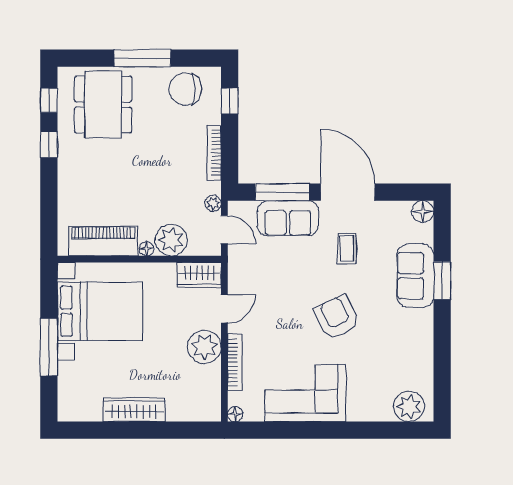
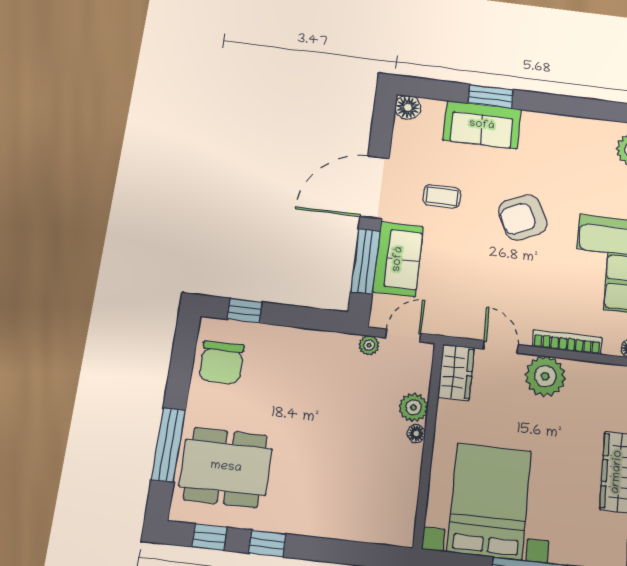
window: (142, 58) -> (168, 445), moved
bookcase: (214, 153) -> (306, 337), removed
plant: (171, 240) -> (413, 407), width x0.73, depth x0.73
piano: (103, 241) -> (400, 487), removed

